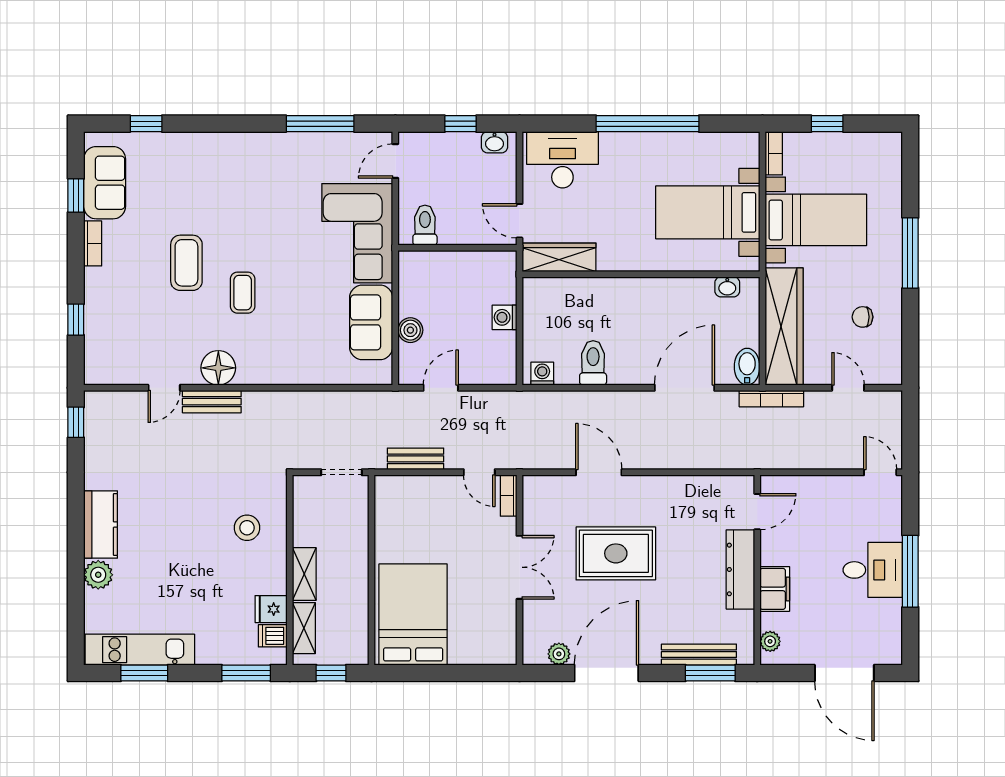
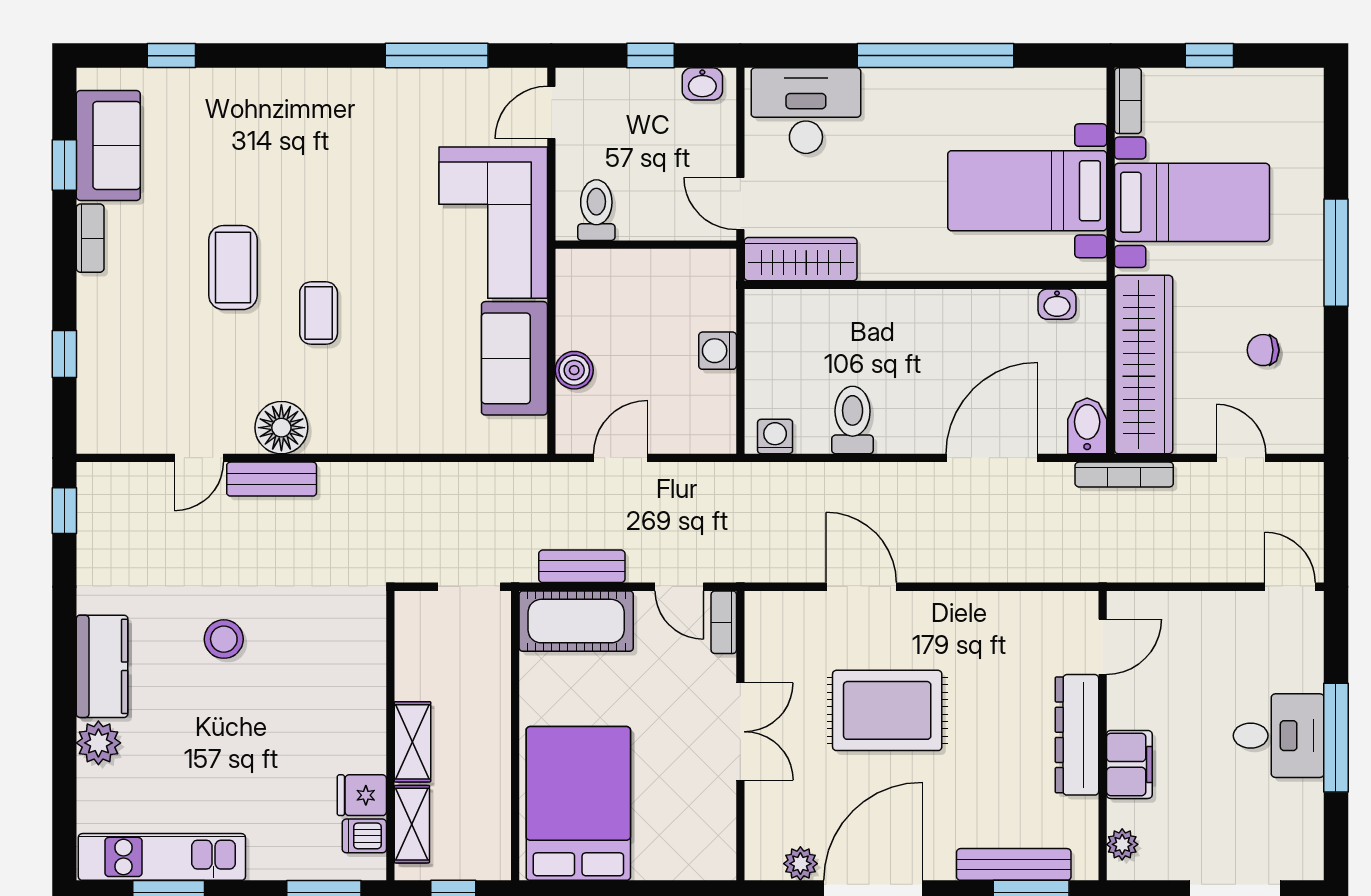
cot: (412, 495) -> (576, 621), added
stool: (247, 528) -> (224, 639), moved

